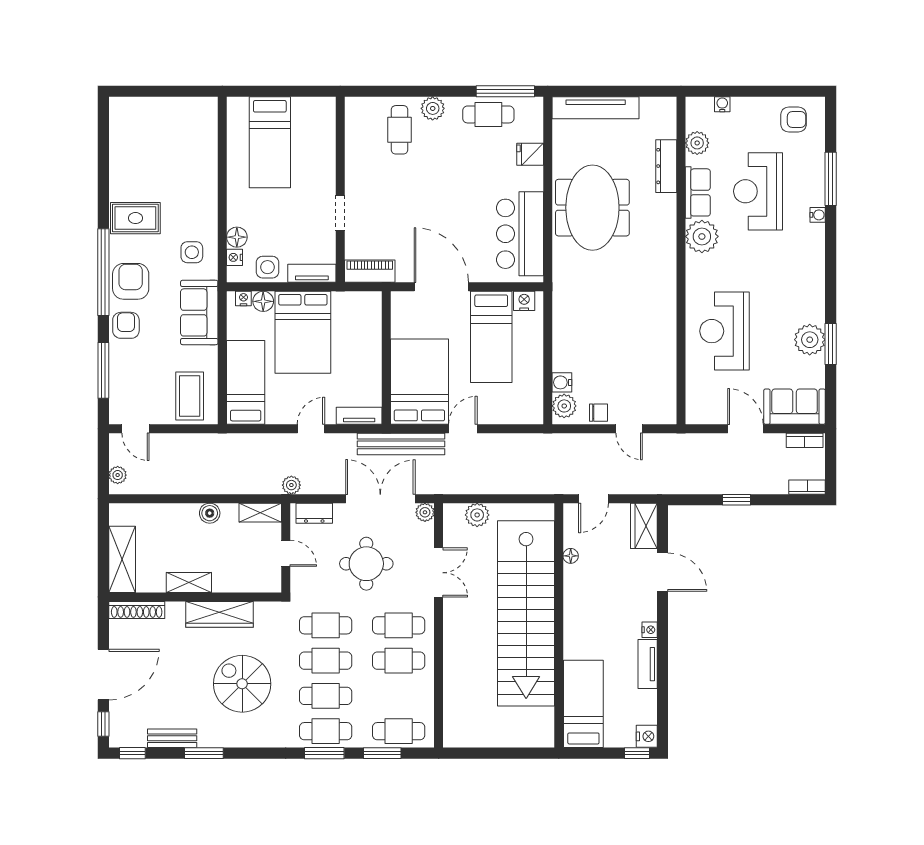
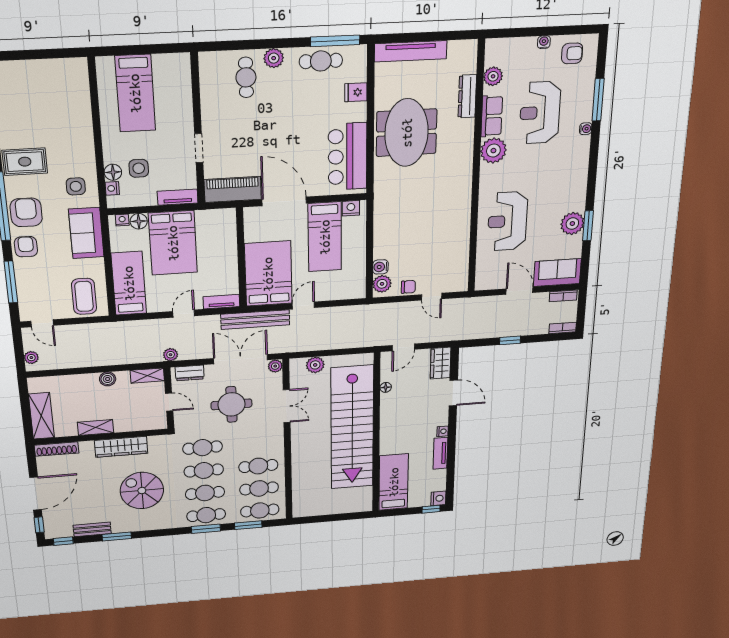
water cooler: (722, 104) -> (544, 42), moved
side table: (267, 267) -> (139, 168), moved
piano: (370, 271) -> (233, 189), width x1.37, depth x1.33
cafe table: (399, 625) -> (259, 488), moved

